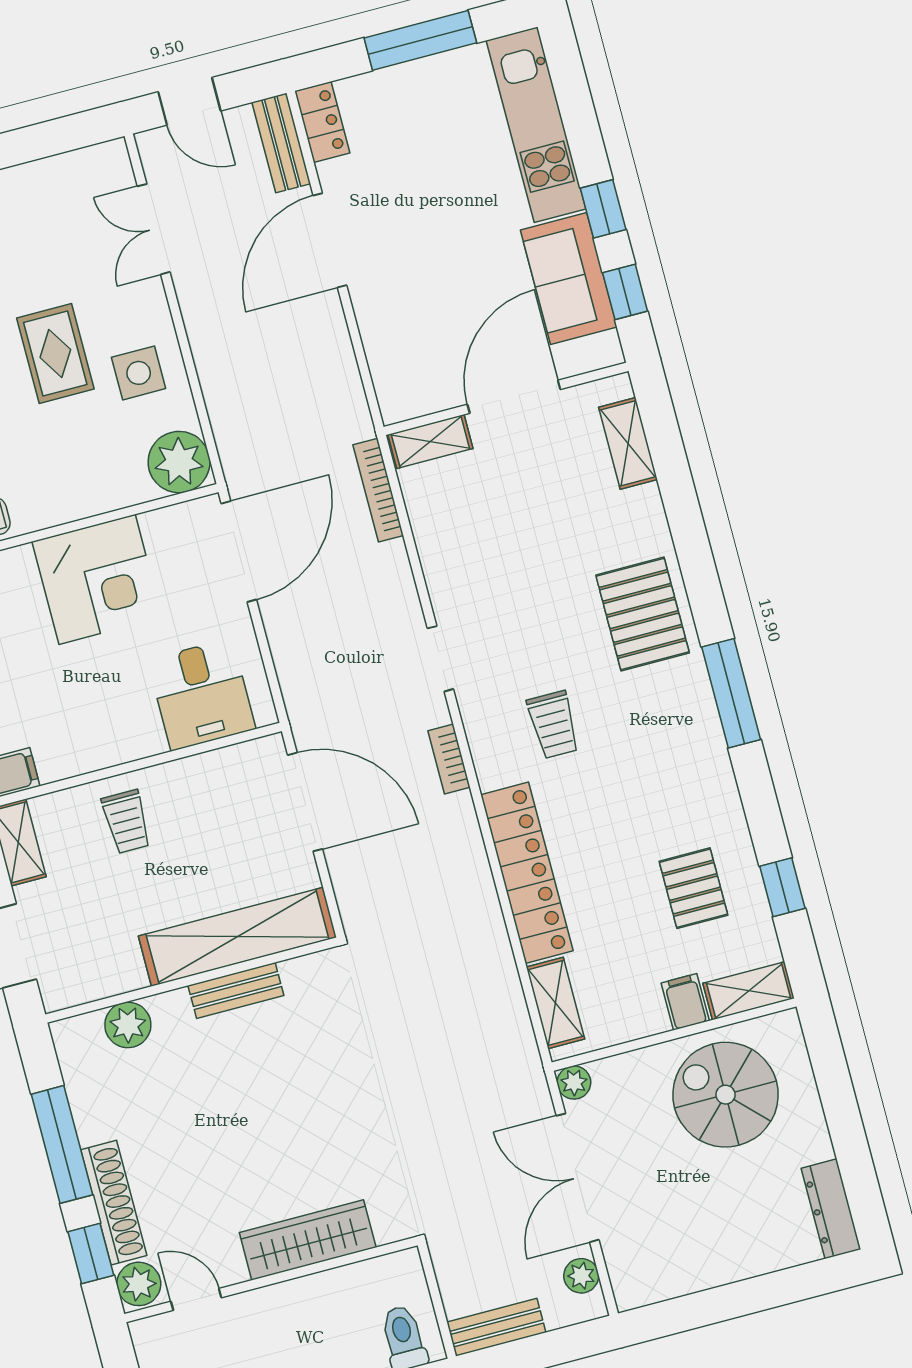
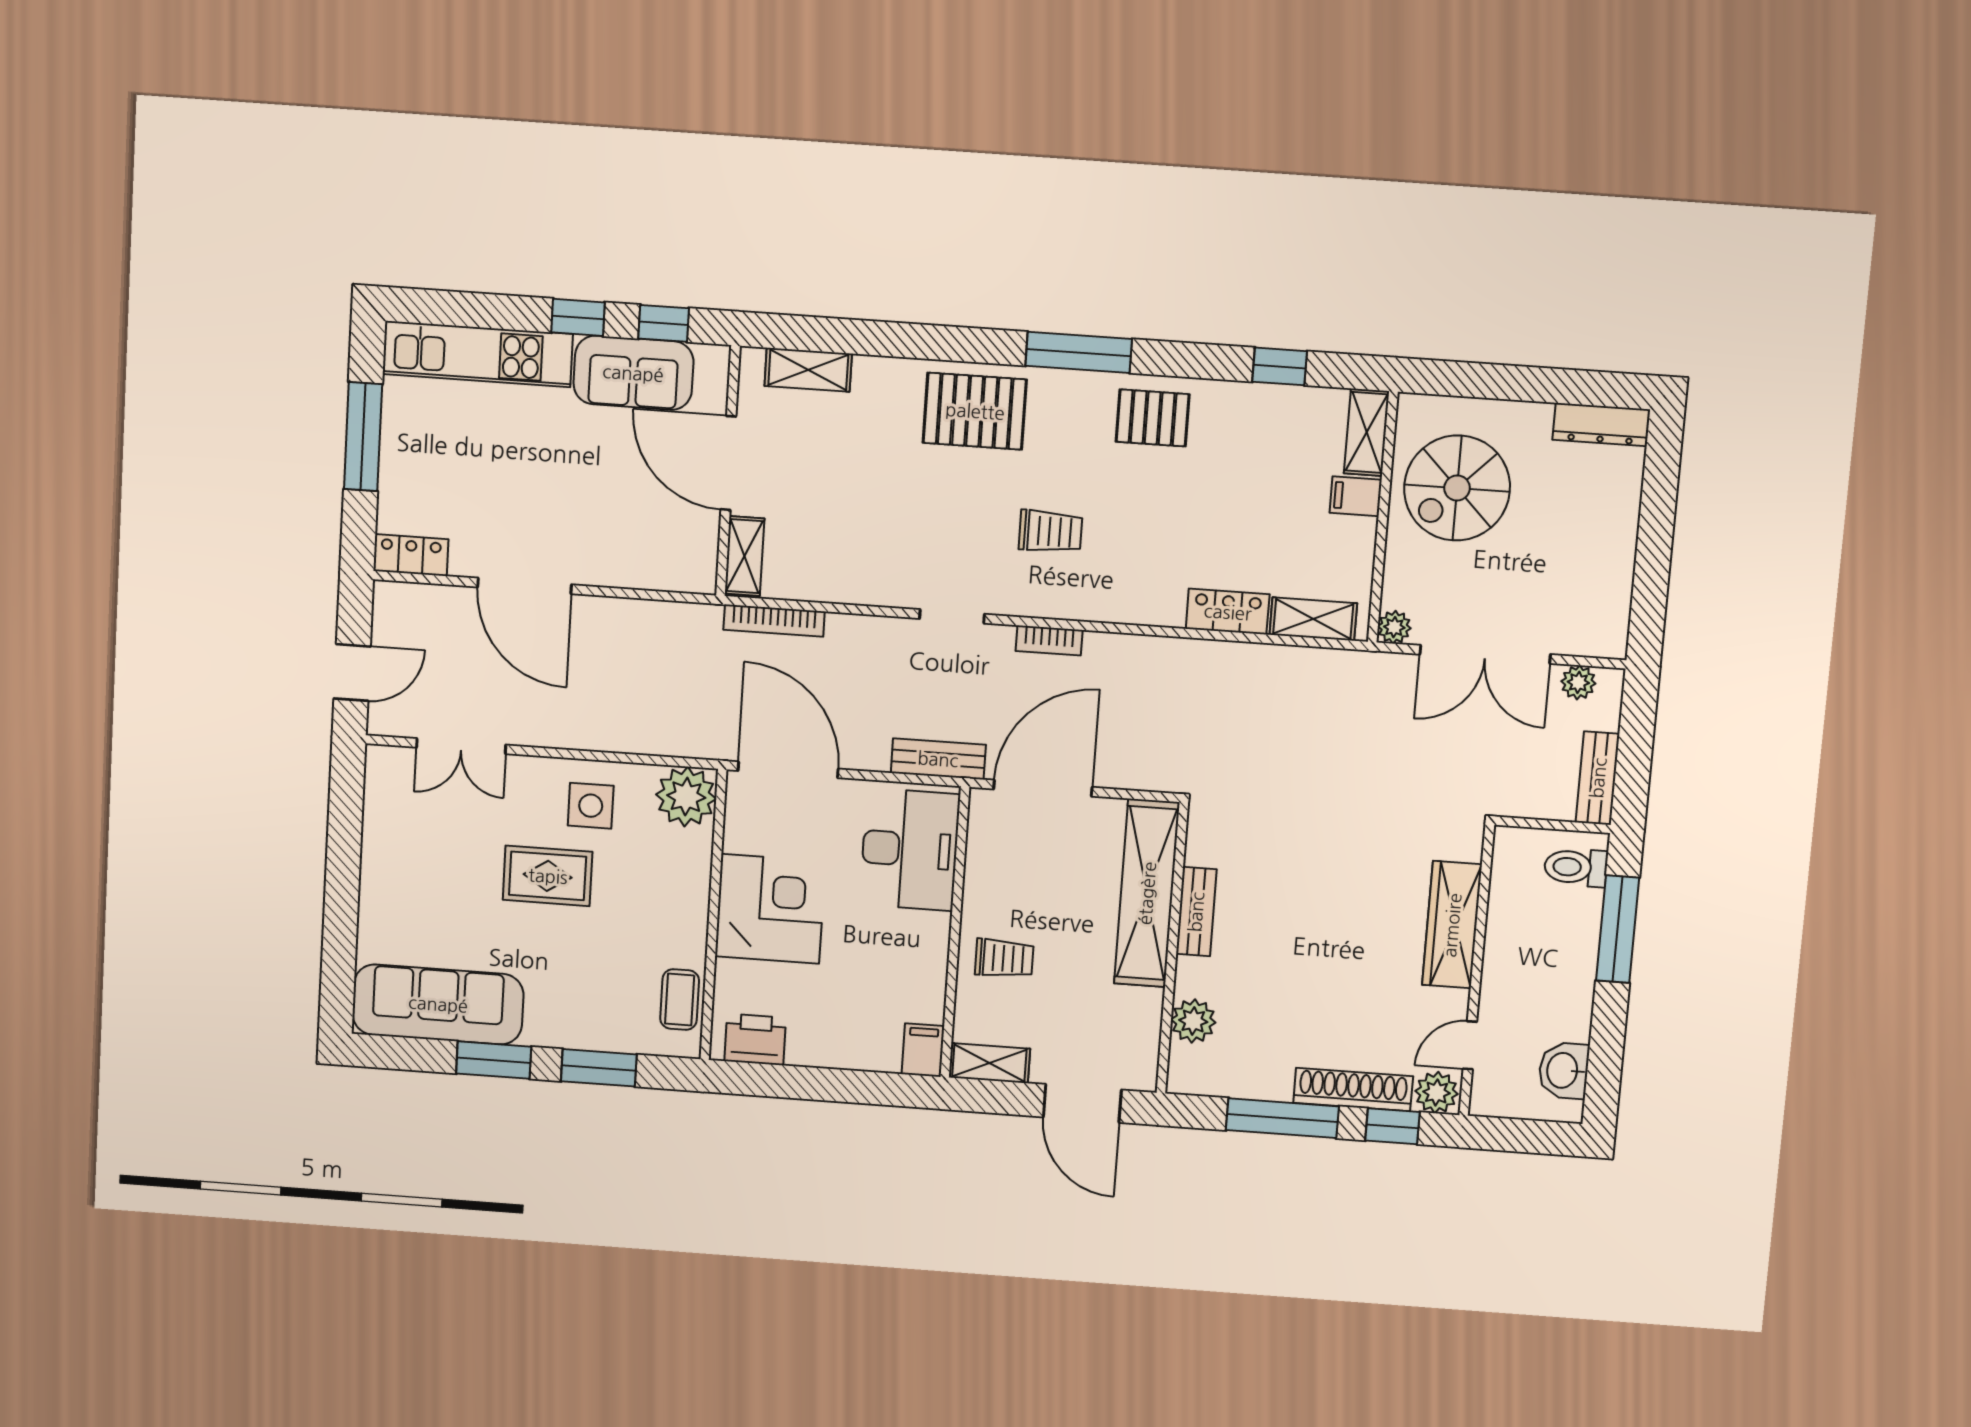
bench: (281, 143) -> (938, 759), moved
desk: (202, 694) -> (910, 849), width x1.37
locker: (527, 873) -> (1228, 612), width x0.46, depth x0.83
pallet: (693, 888) -> (1153, 418), moved

